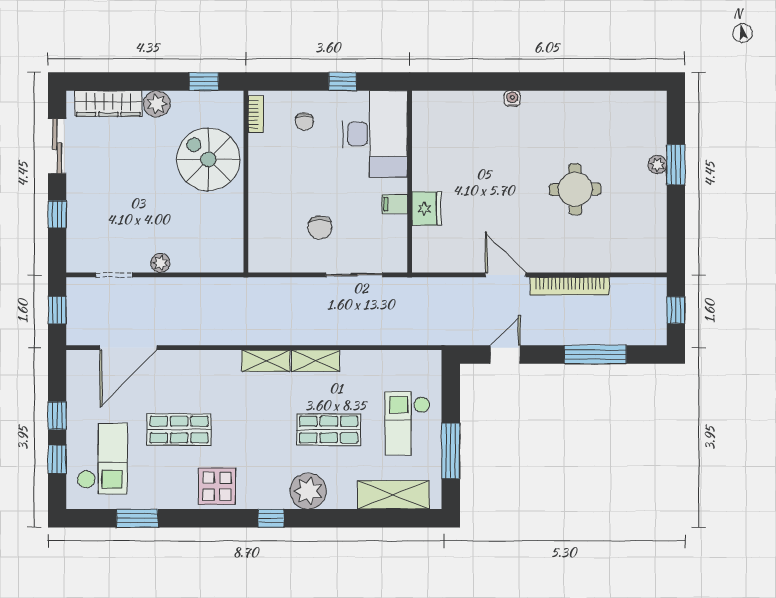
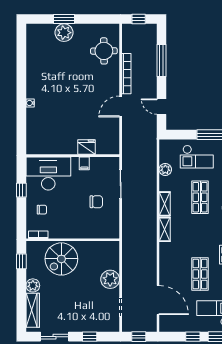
plant: (658, 165) -> (64, 33), width x1.88, depth x1.88
round table: (575, 189) -> (104, 51), moved
plant: (160, 263) -> (110, 279), width x1.88, depth x1.88
plant: (383, 362) -> (165, 170), added

